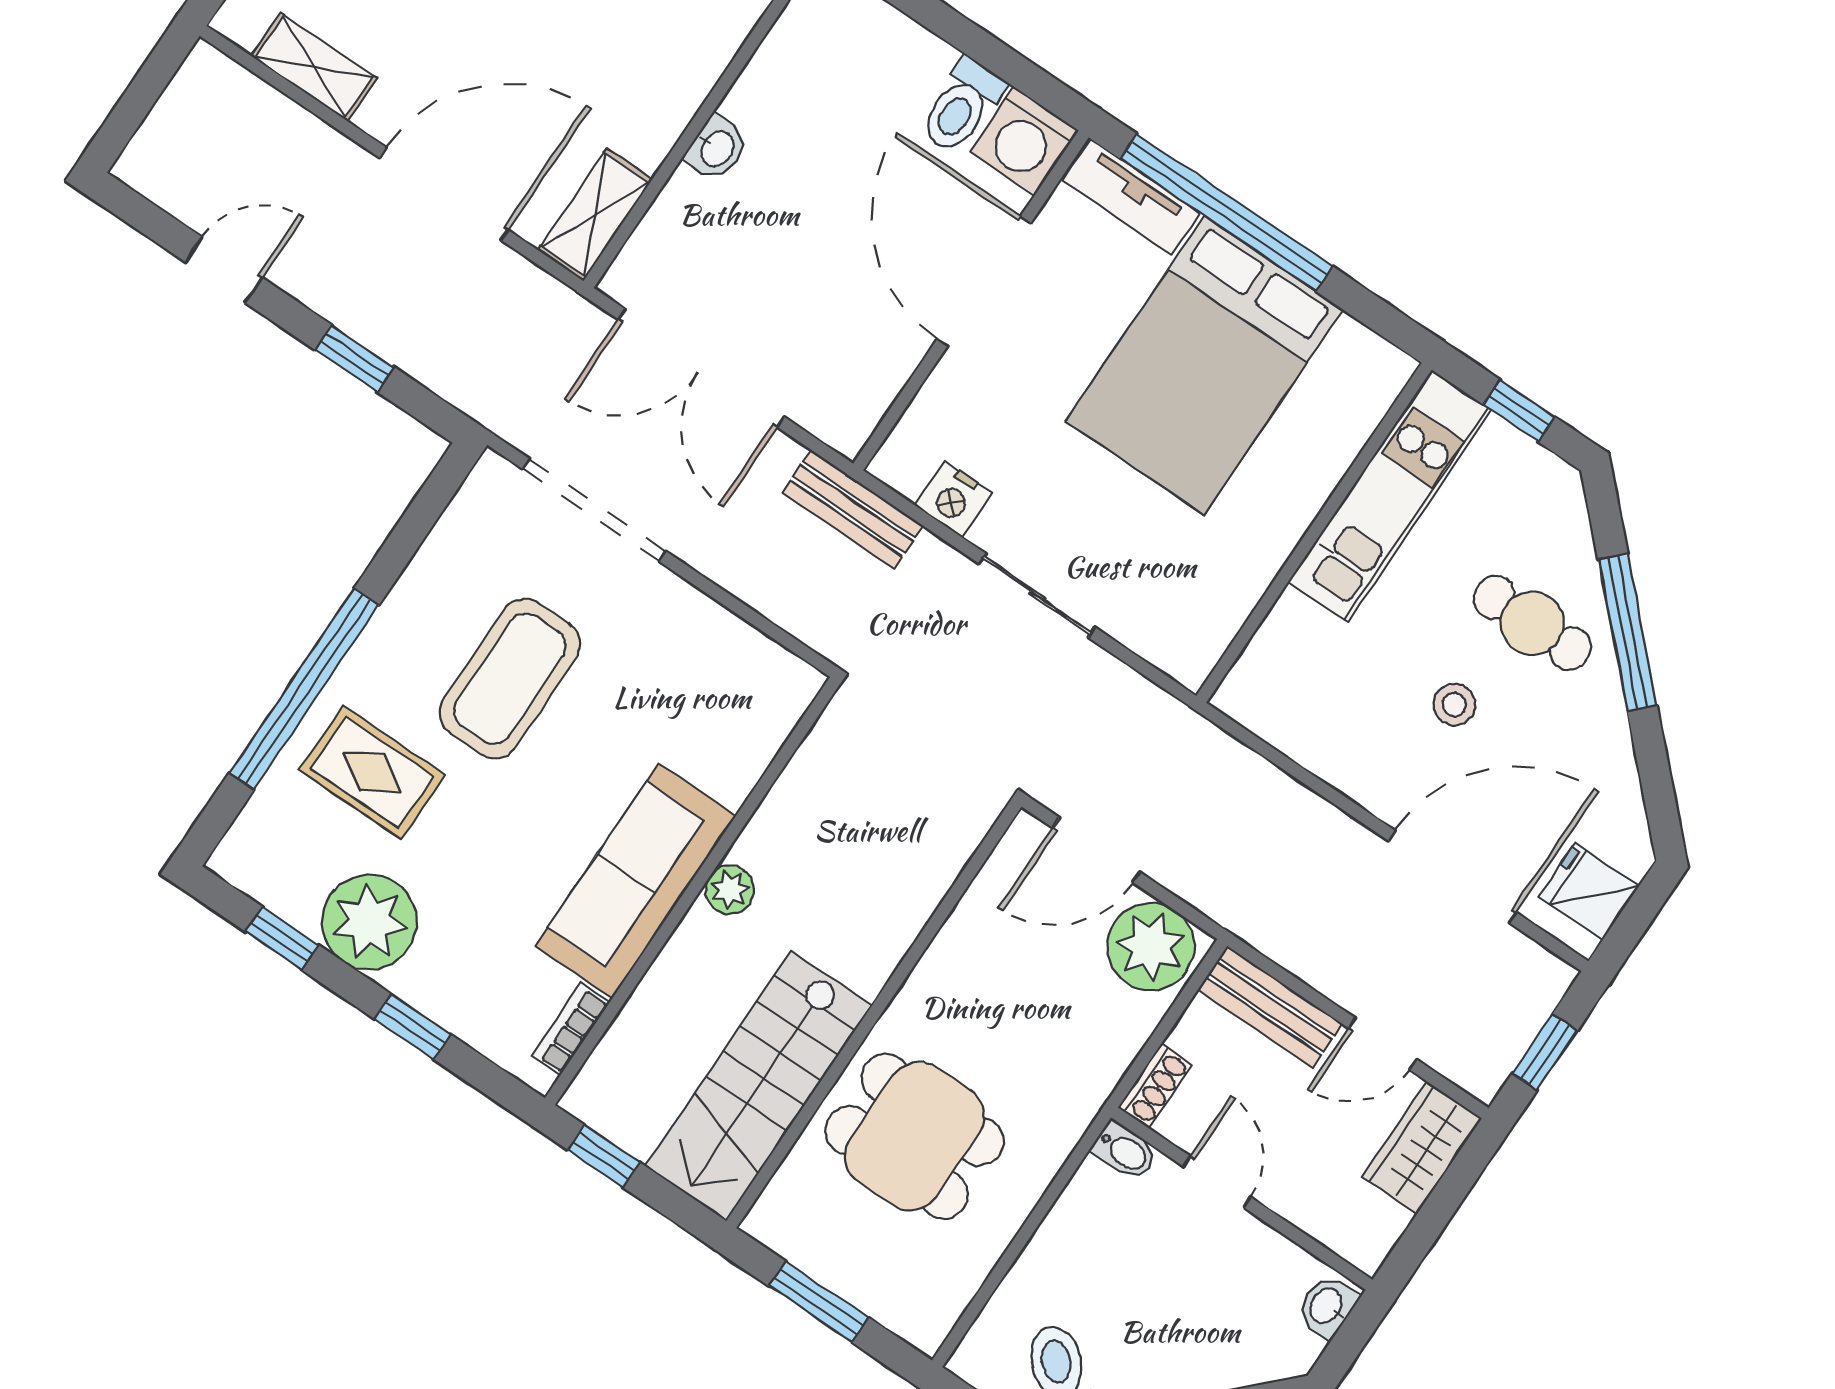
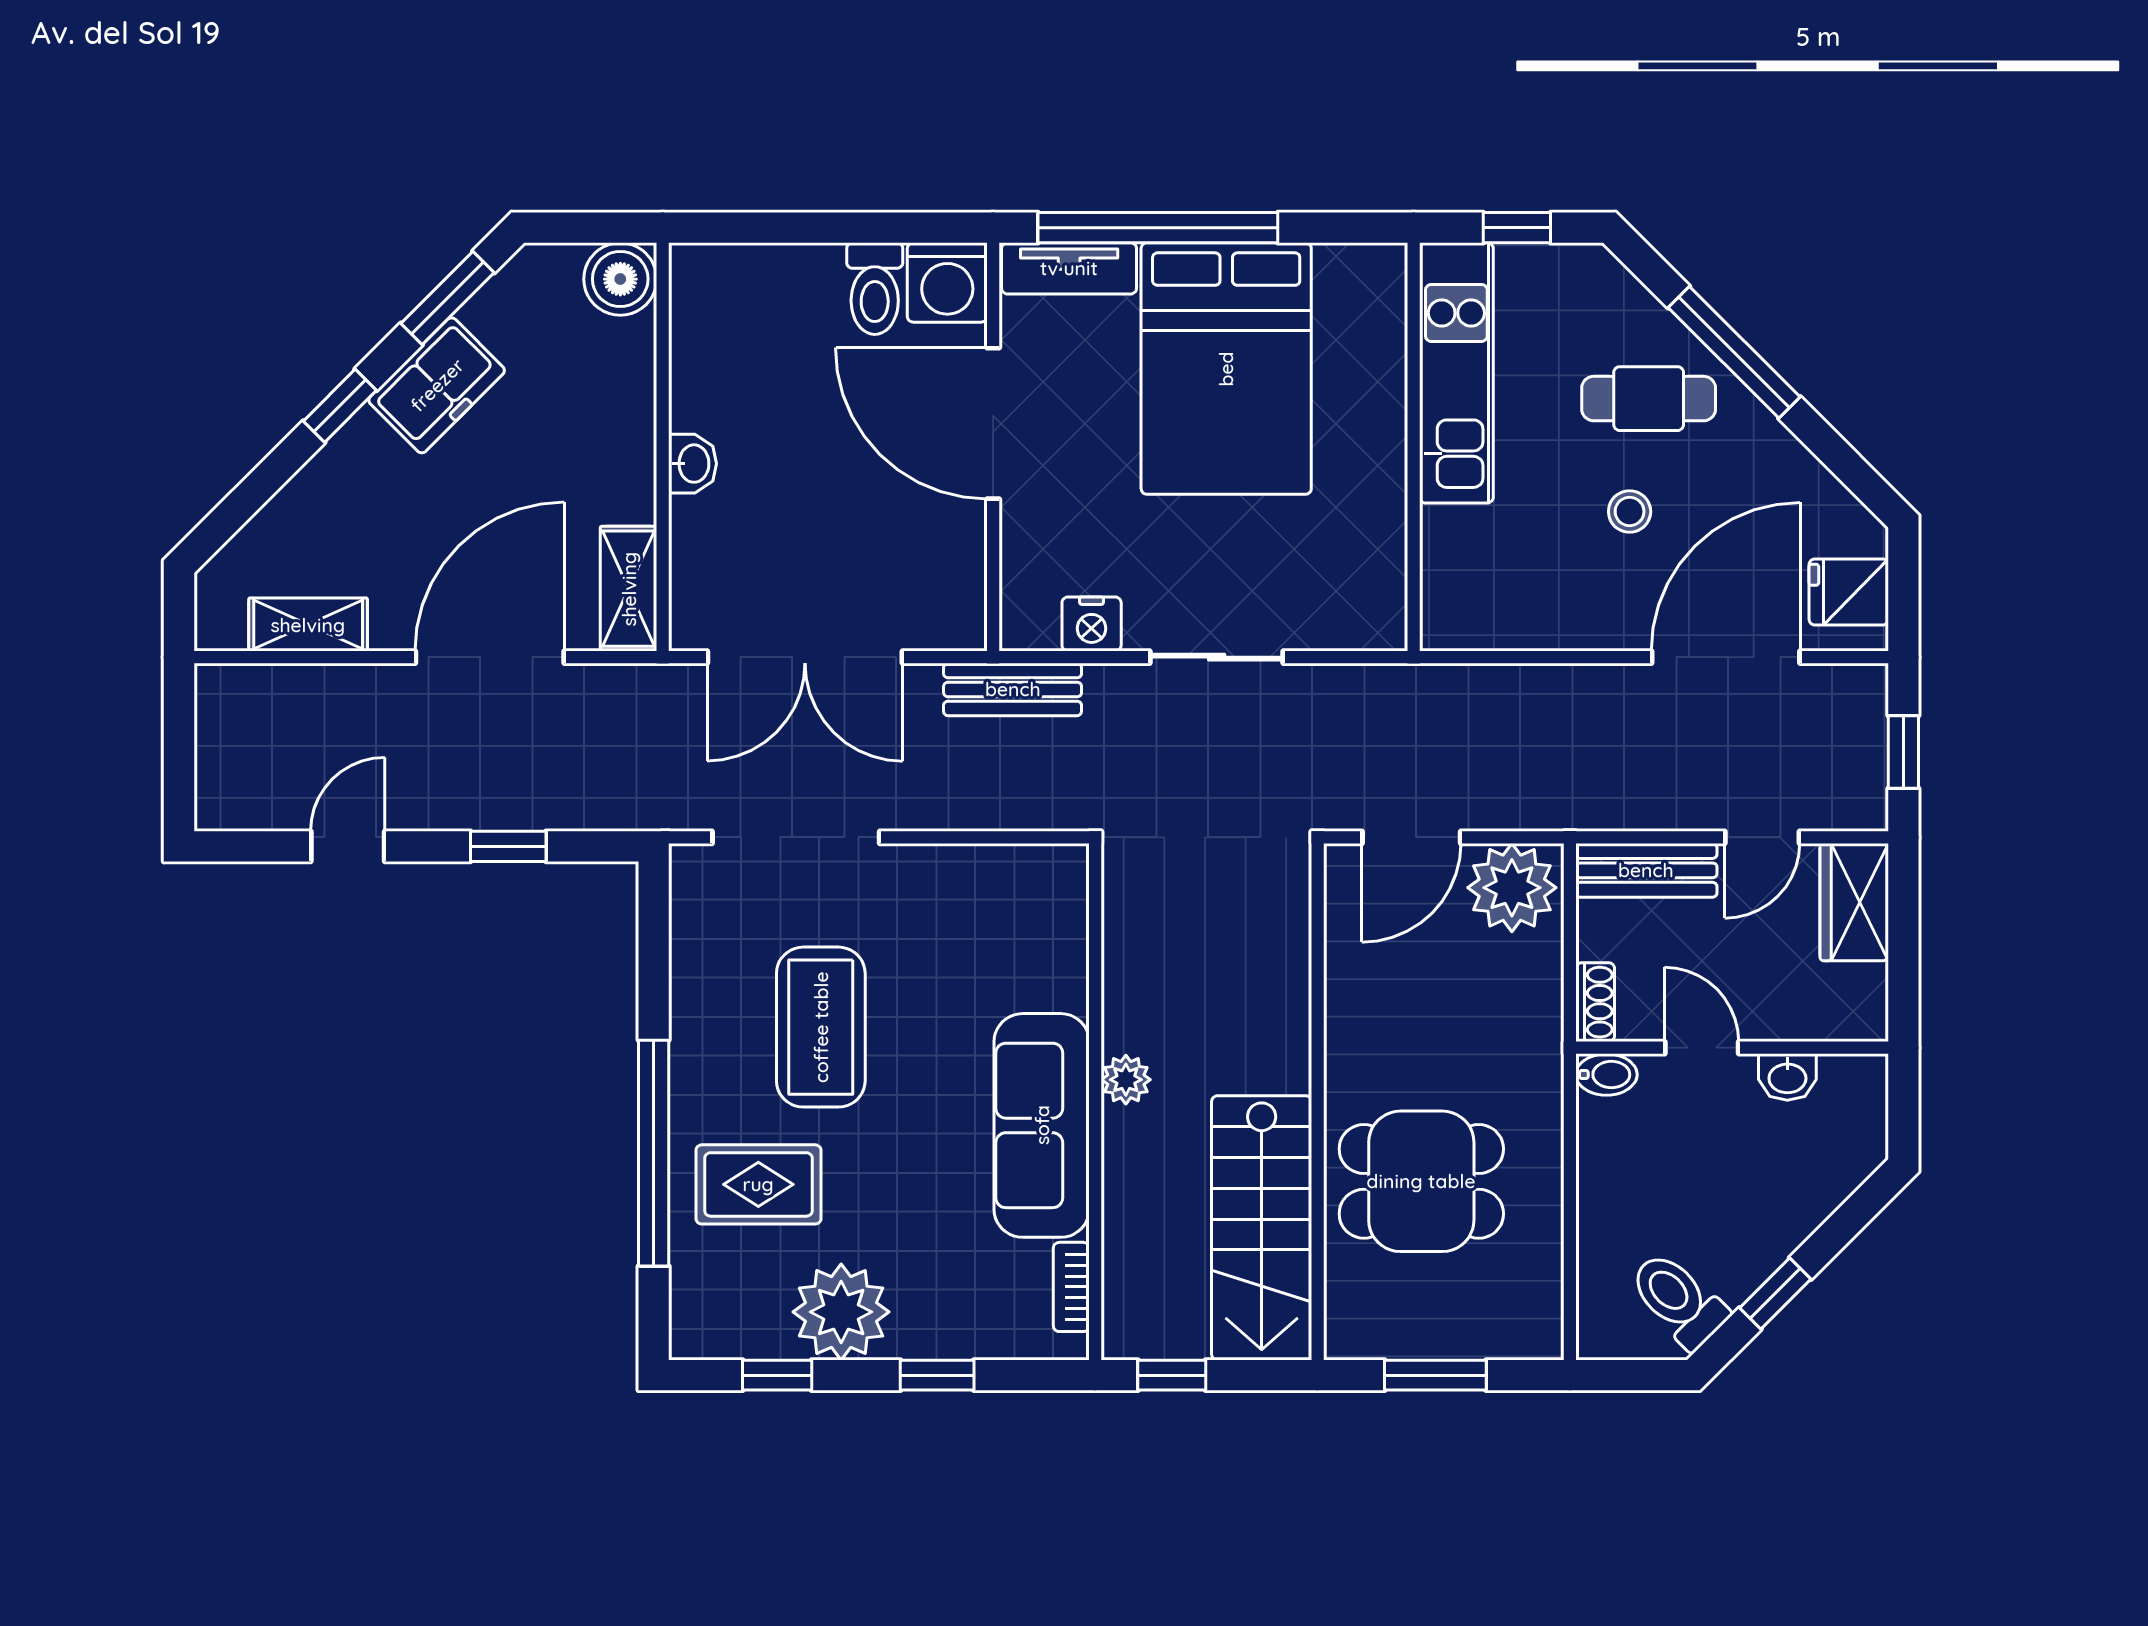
washbasin: (1327, 1306) -> (1787, 1077), moved, turned -90

